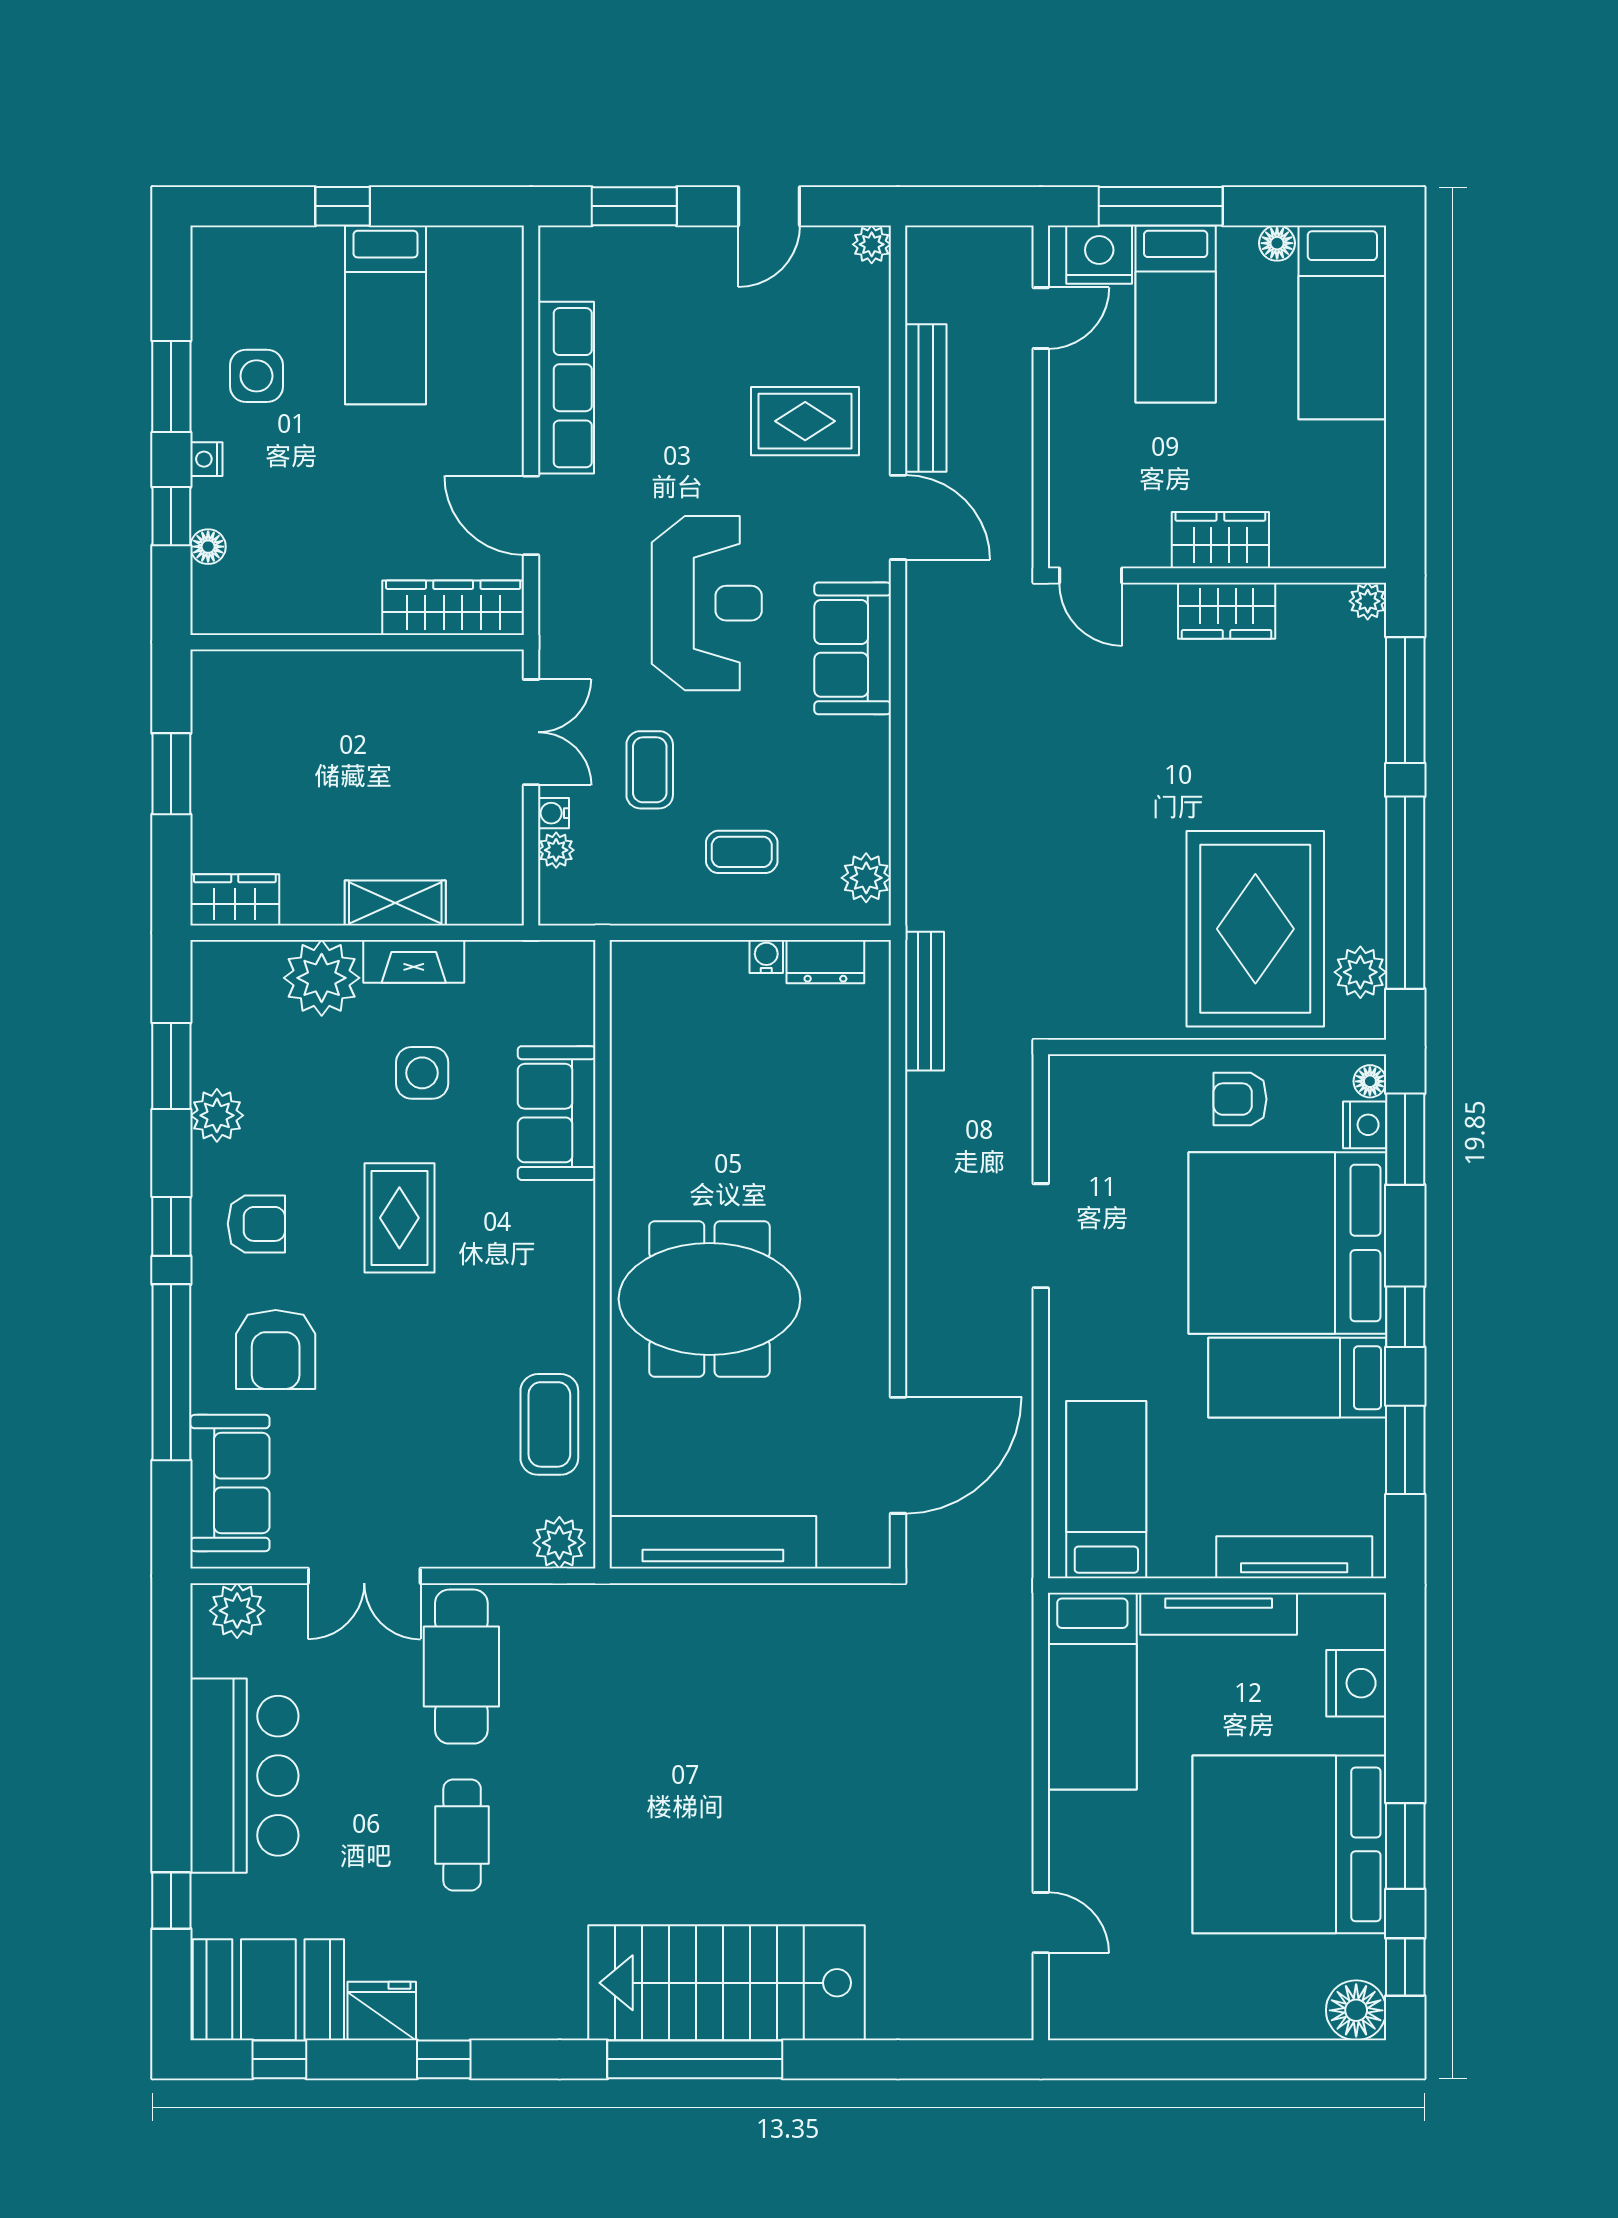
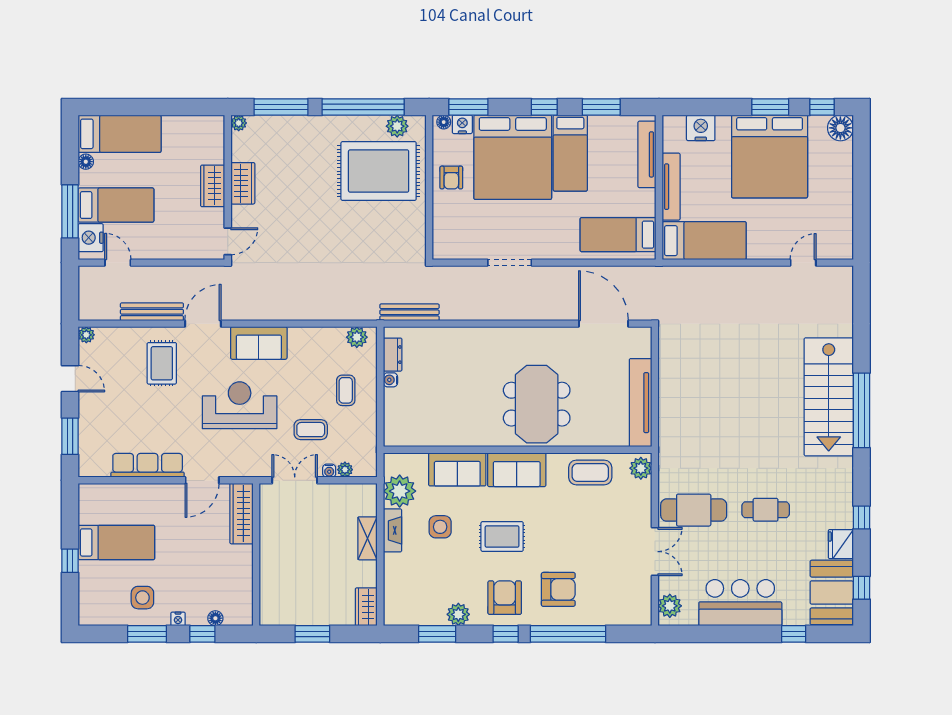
plant: (322, 978) -> (400, 491), moved
armchair: (256, 1224) -> (505, 598), width x1.38, depth x1.38
sofa: (230, 1483) -> (517, 470), moved, turned 180

